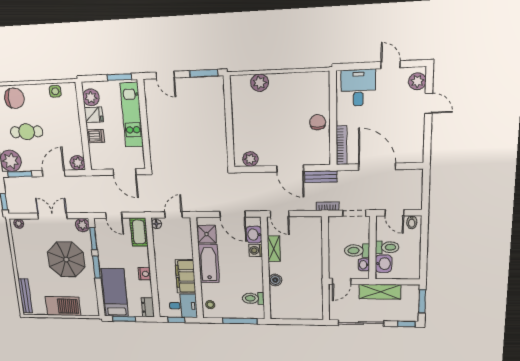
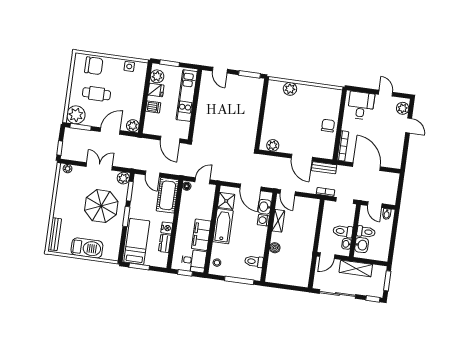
window: (119, 77) -> (170, 63), moved
cot: (139, 232) -> (167, 195), width x1.37, depth x1.34
dresser: (148, 307) -> (165, 243), moved

